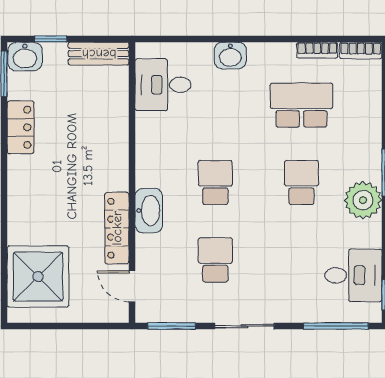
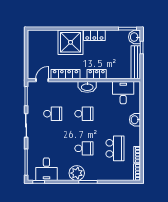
bench: (99, 54) -> (136, 62), width x1.36
locker: (21, 127) -> (94, 35), moved
locker: (117, 151) -> (97, 74), added
washbasin: (149, 211) -> (87, 87), moved
shower: (38, 277) -> (70, 42), moved

